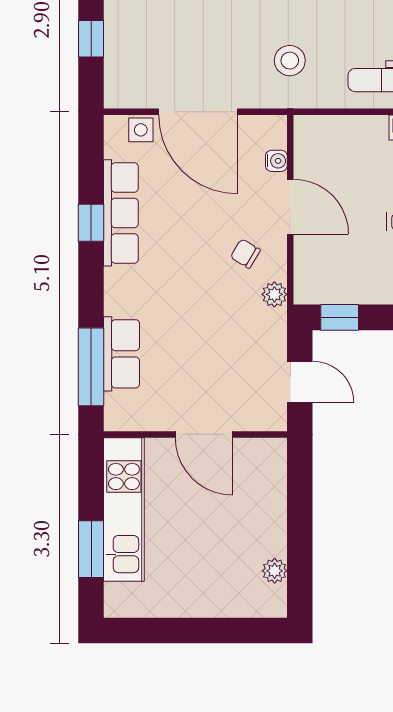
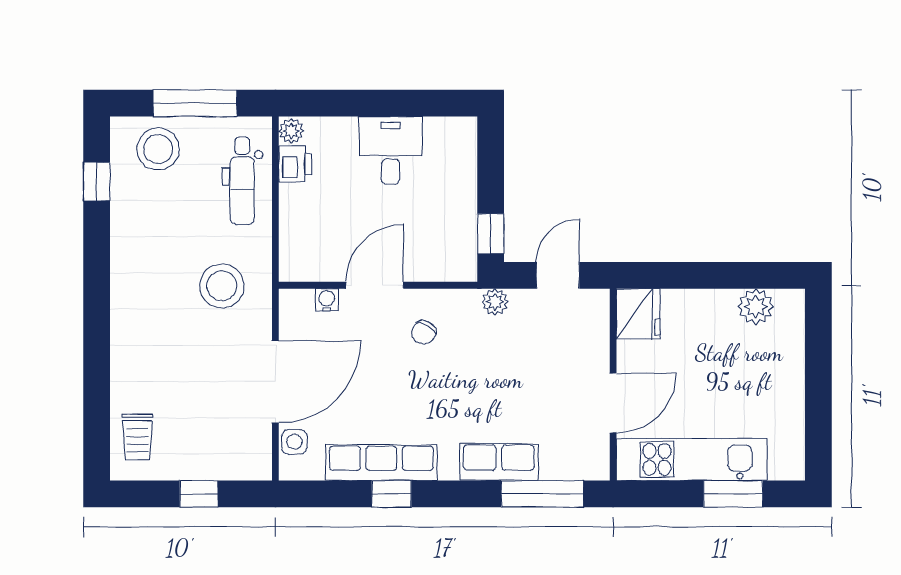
stool: (290, 61) -> (222, 286), width x1.38, depth x1.38
plant: (274, 294) -> (495, 302), moved
row of seats: (122, 354) -> (499, 462), moved
door: (204, 434) -> (613, 403), moved
fridge: (263, 458) -> (638, 314), added
plant: (275, 571) -> (756, 307), width x1.38, depth x1.38

